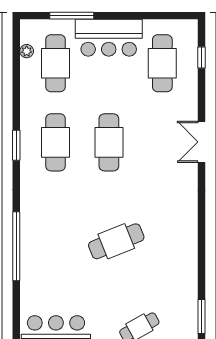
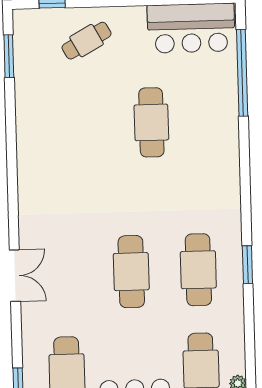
cafe table: (116, 241) -> (151, 122), moved, turned -68
window: (16, 246) -> (242, 73), moved

